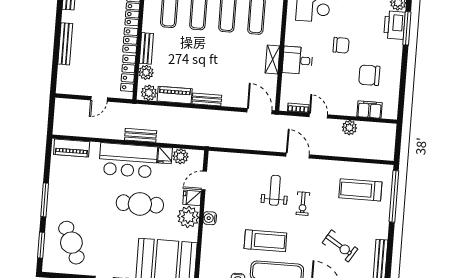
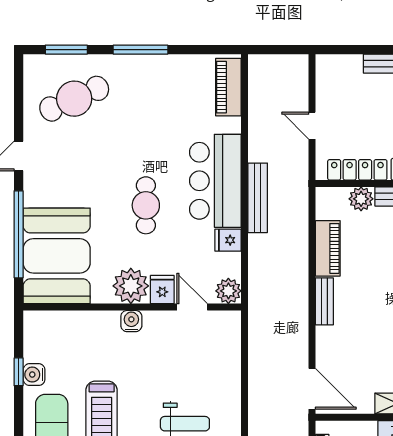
plant: (149, 93) -> (328, 206), removed
door: (260, 111) -> (312, 389), hinge flipped
bench: (141, 135) -> (258, 198), width x1.36
plant: (181, 156) -> (228, 291), moved
cafe table: (140, 204) -> (146, 205), width x0.73, depth x0.74

